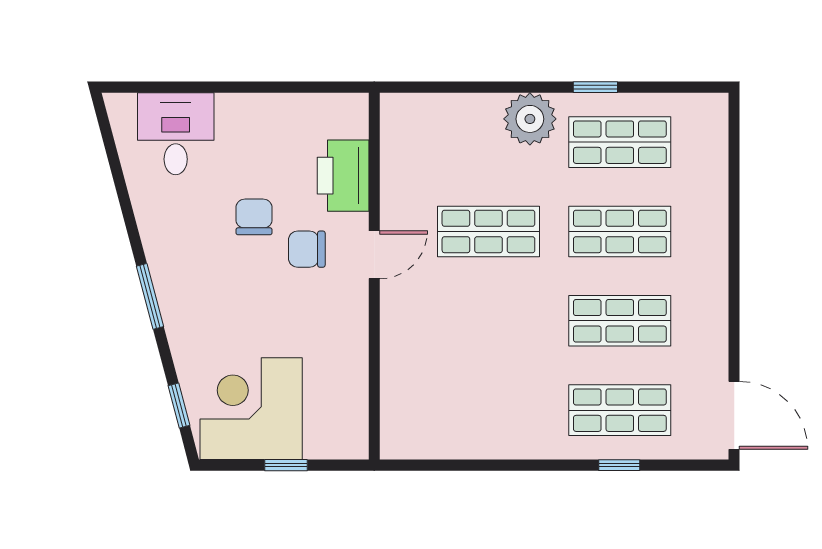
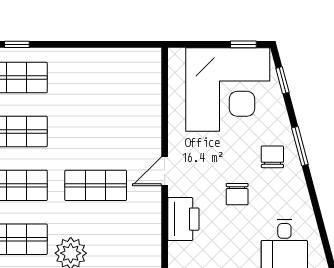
chair: (307, 249) -> (272, 157), moved, turned -90
corner desk: (251, 409) -> (228, 90), width x1.36, depth x1.36
window: (286, 465) -> (243, 44), moved

